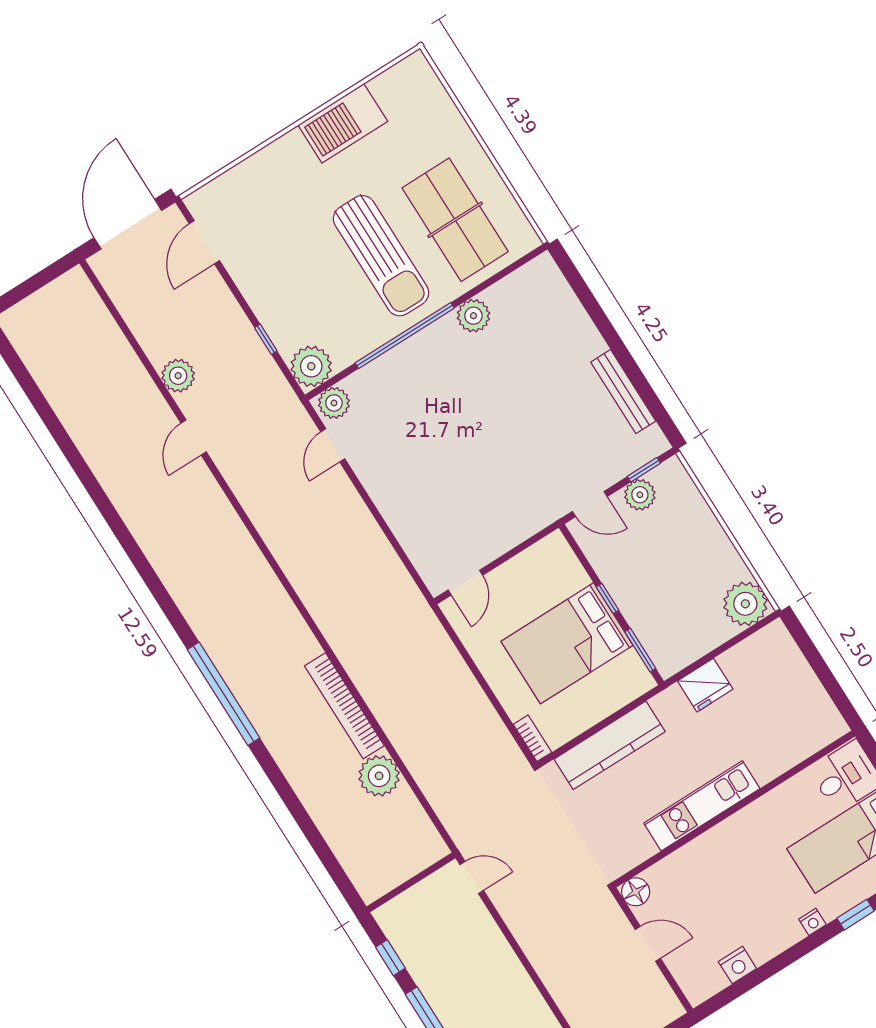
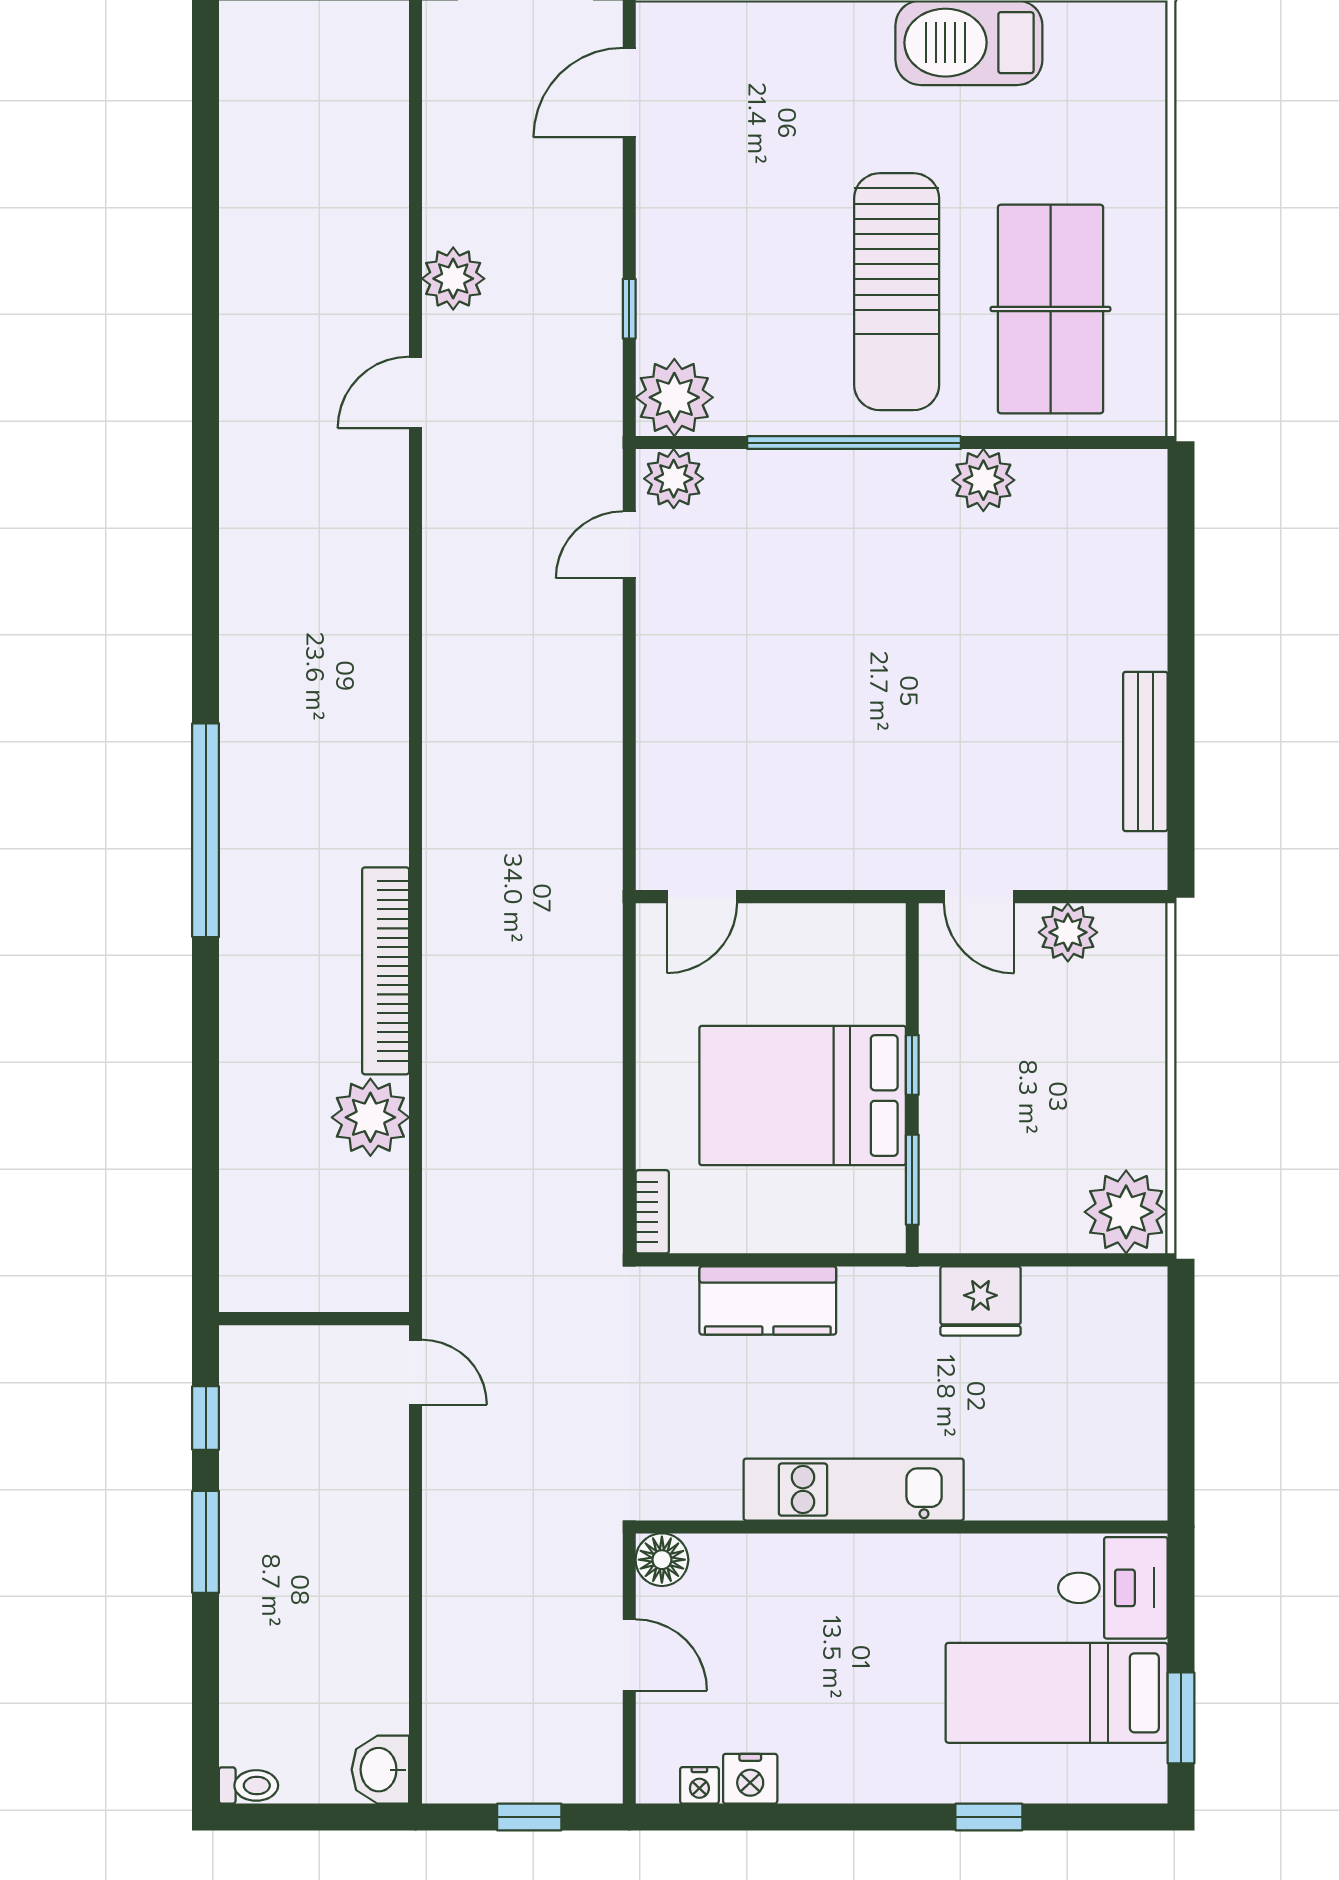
window: (644, 470) -> (1099, 897), removed
kitchen counter: (610, 745) -> (768, 1300), width x0.67
nightstand: (812, 922) -> (699, 1785), moved

